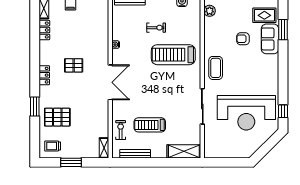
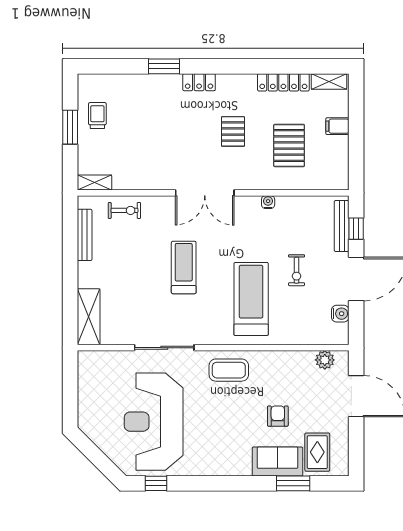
locker: (44, 30) -> (283, 82), width x1.53
locker: (44, 75) -> (199, 82), moved
pallet: (57, 117) -> (289, 145), moved
treadmill: (150, 125) -> (184, 267), moved
trolley: (53, 146) -> (97, 116), moved

